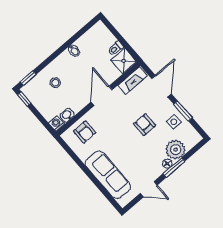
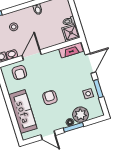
door: (102, 96) -> (32, 55), moved
armchair: (145, 125) -> (50, 98), moved

